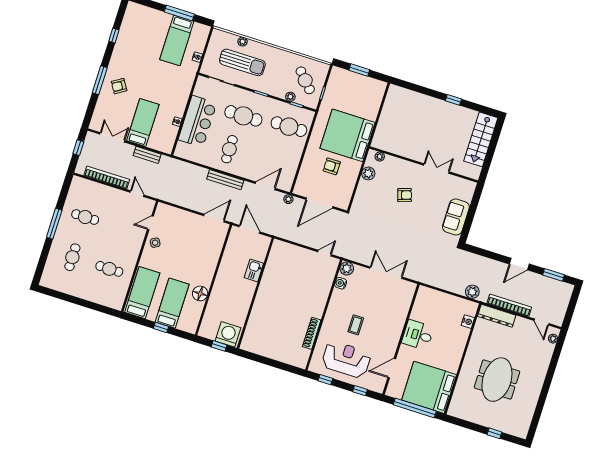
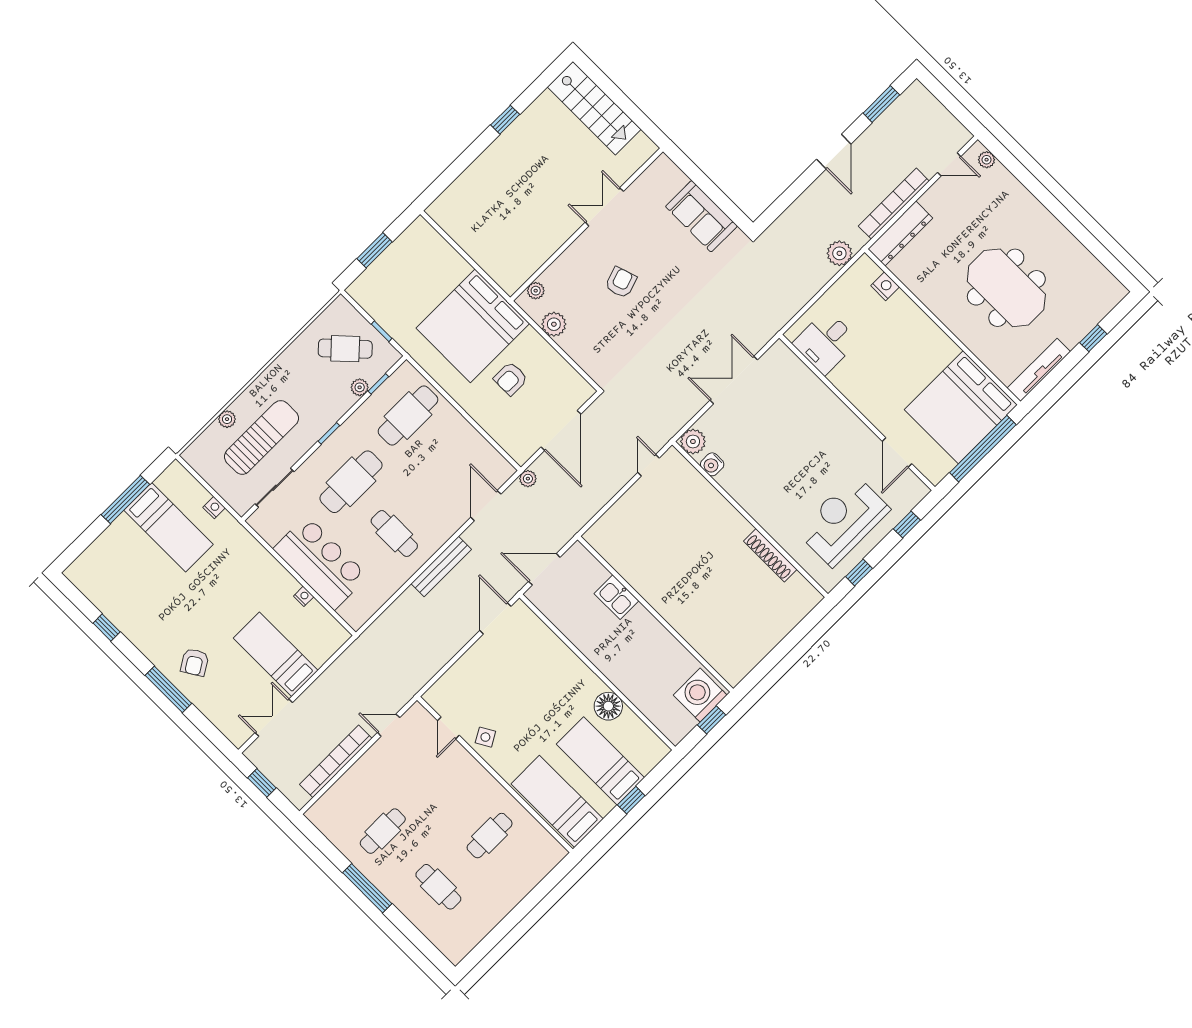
bench: (147, 155) -> (333, 675), removed
coffee table: (356, 325) -> (794, 475), removed
desk: (418, 335) -> (826, 342), moved
tv unit: (466, 415) -> (1039, 370), added

